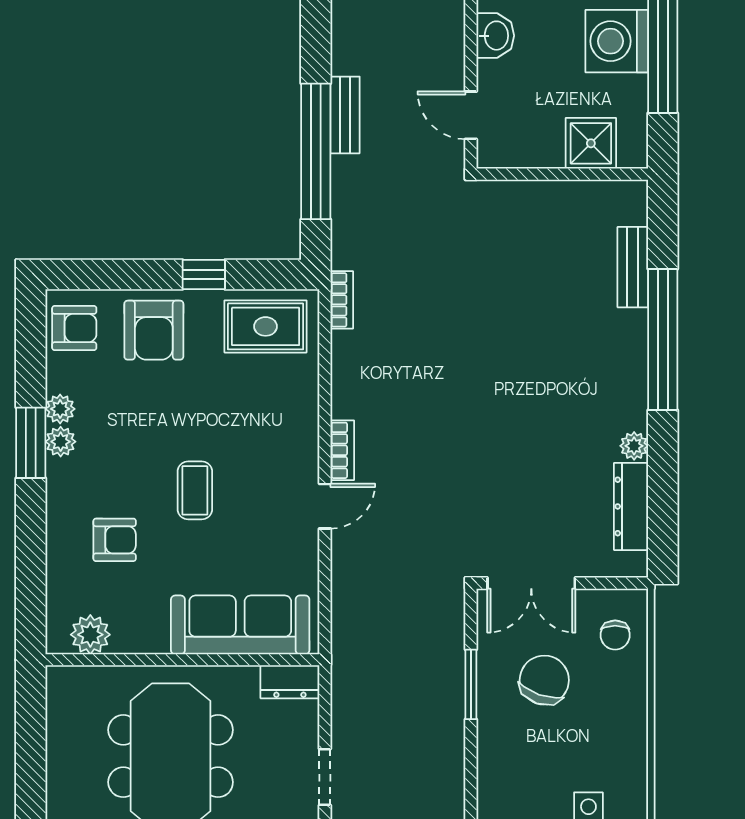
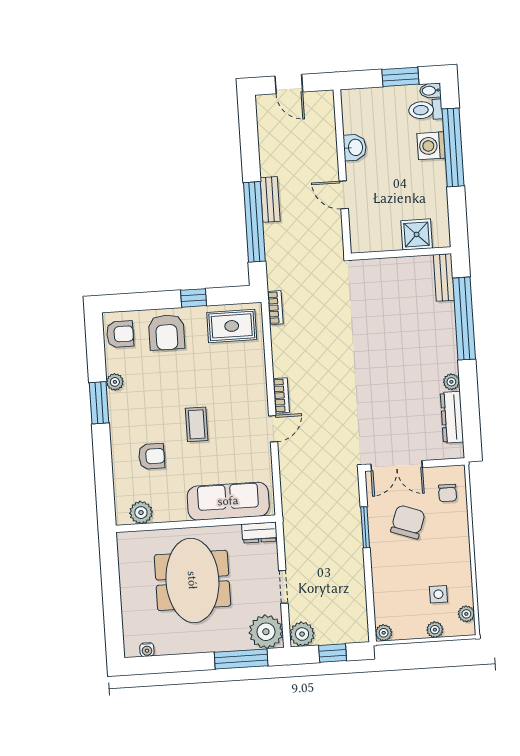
washing machine: (617, 41) -> (431, 146), width x0.73, depth x0.73
shower: (591, 143) -> (417, 234), moved
wall: (562, 174) -> (401, 253), moved
plant: (61, 442) -> (116, 401), removed

